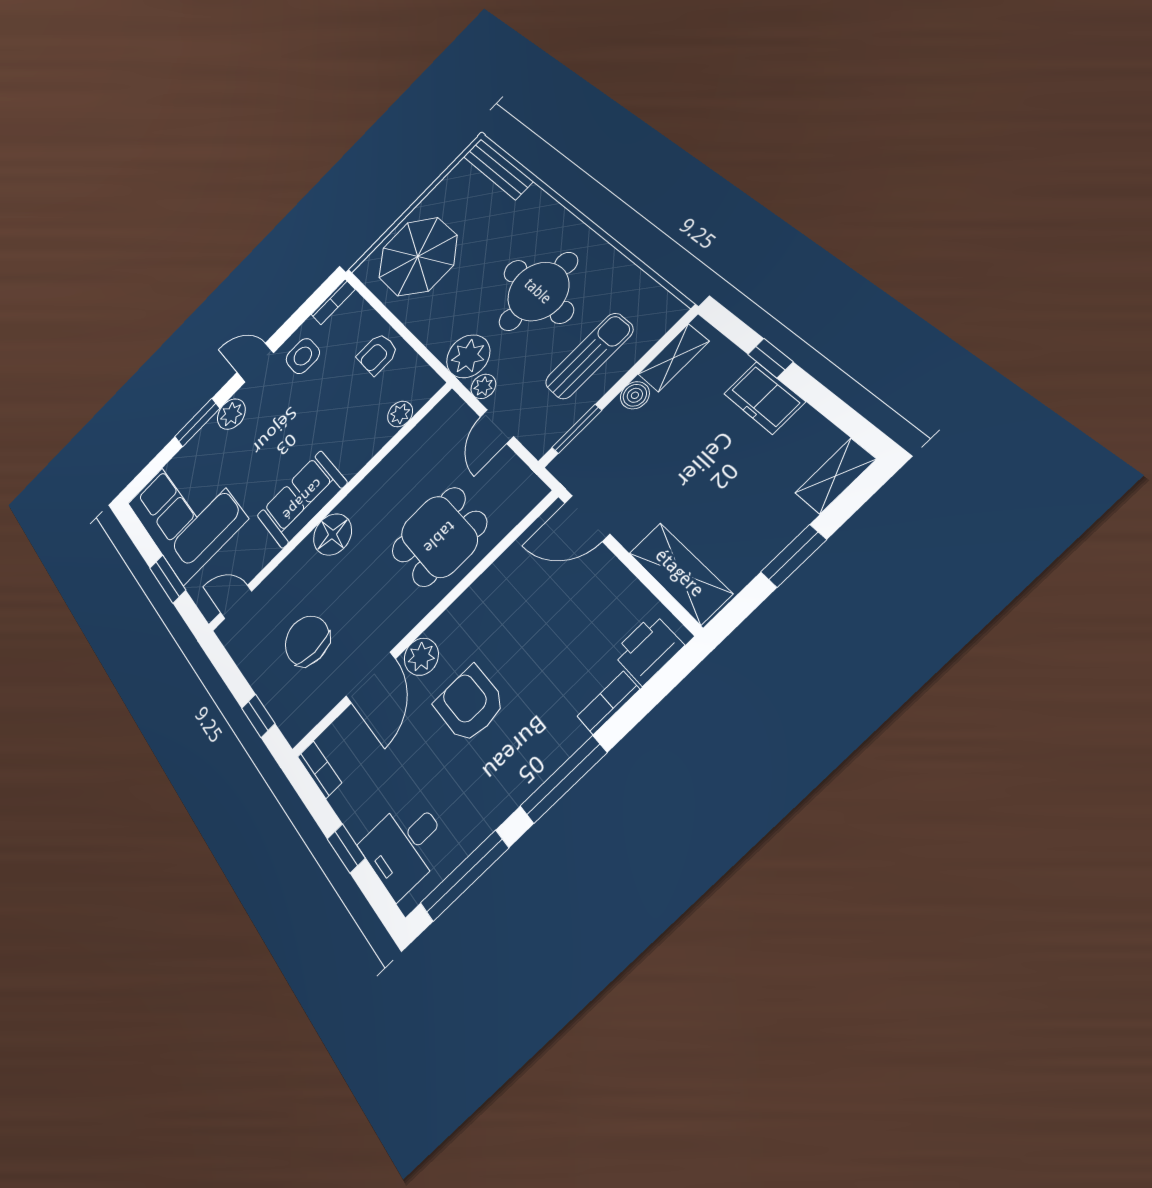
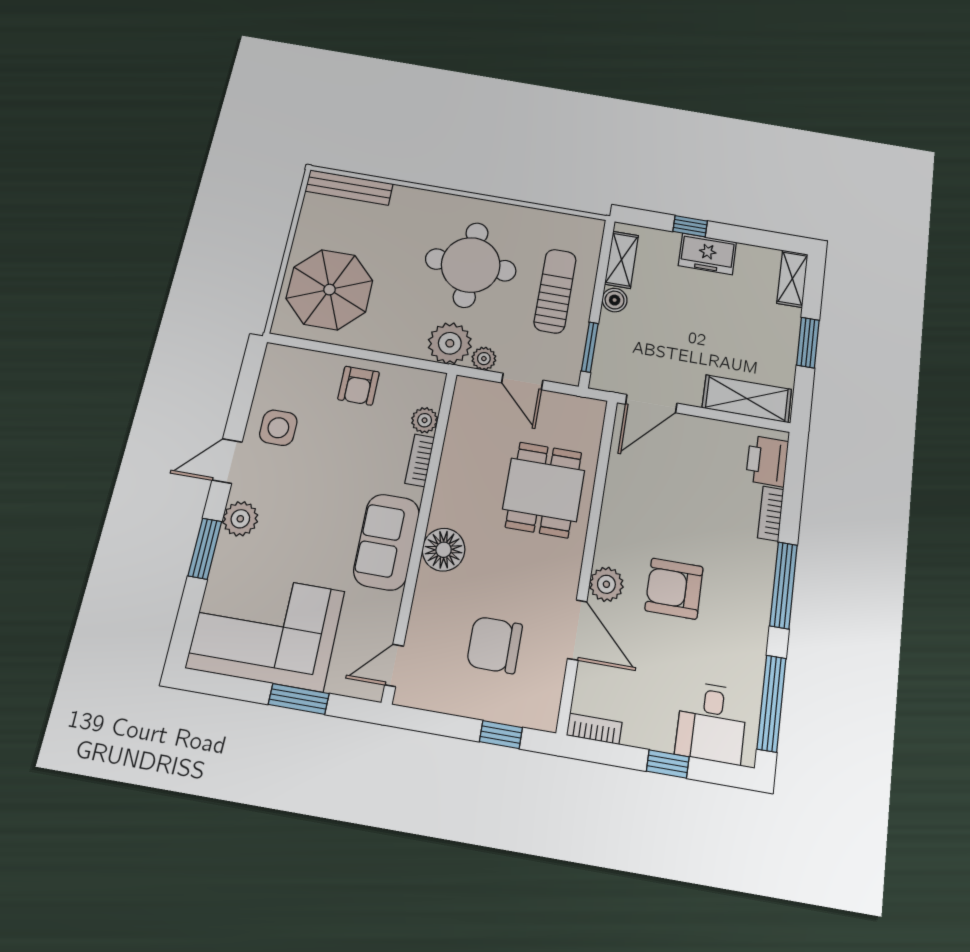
bookcase: (333, 302) -> (420, 460), moved, turned 180

